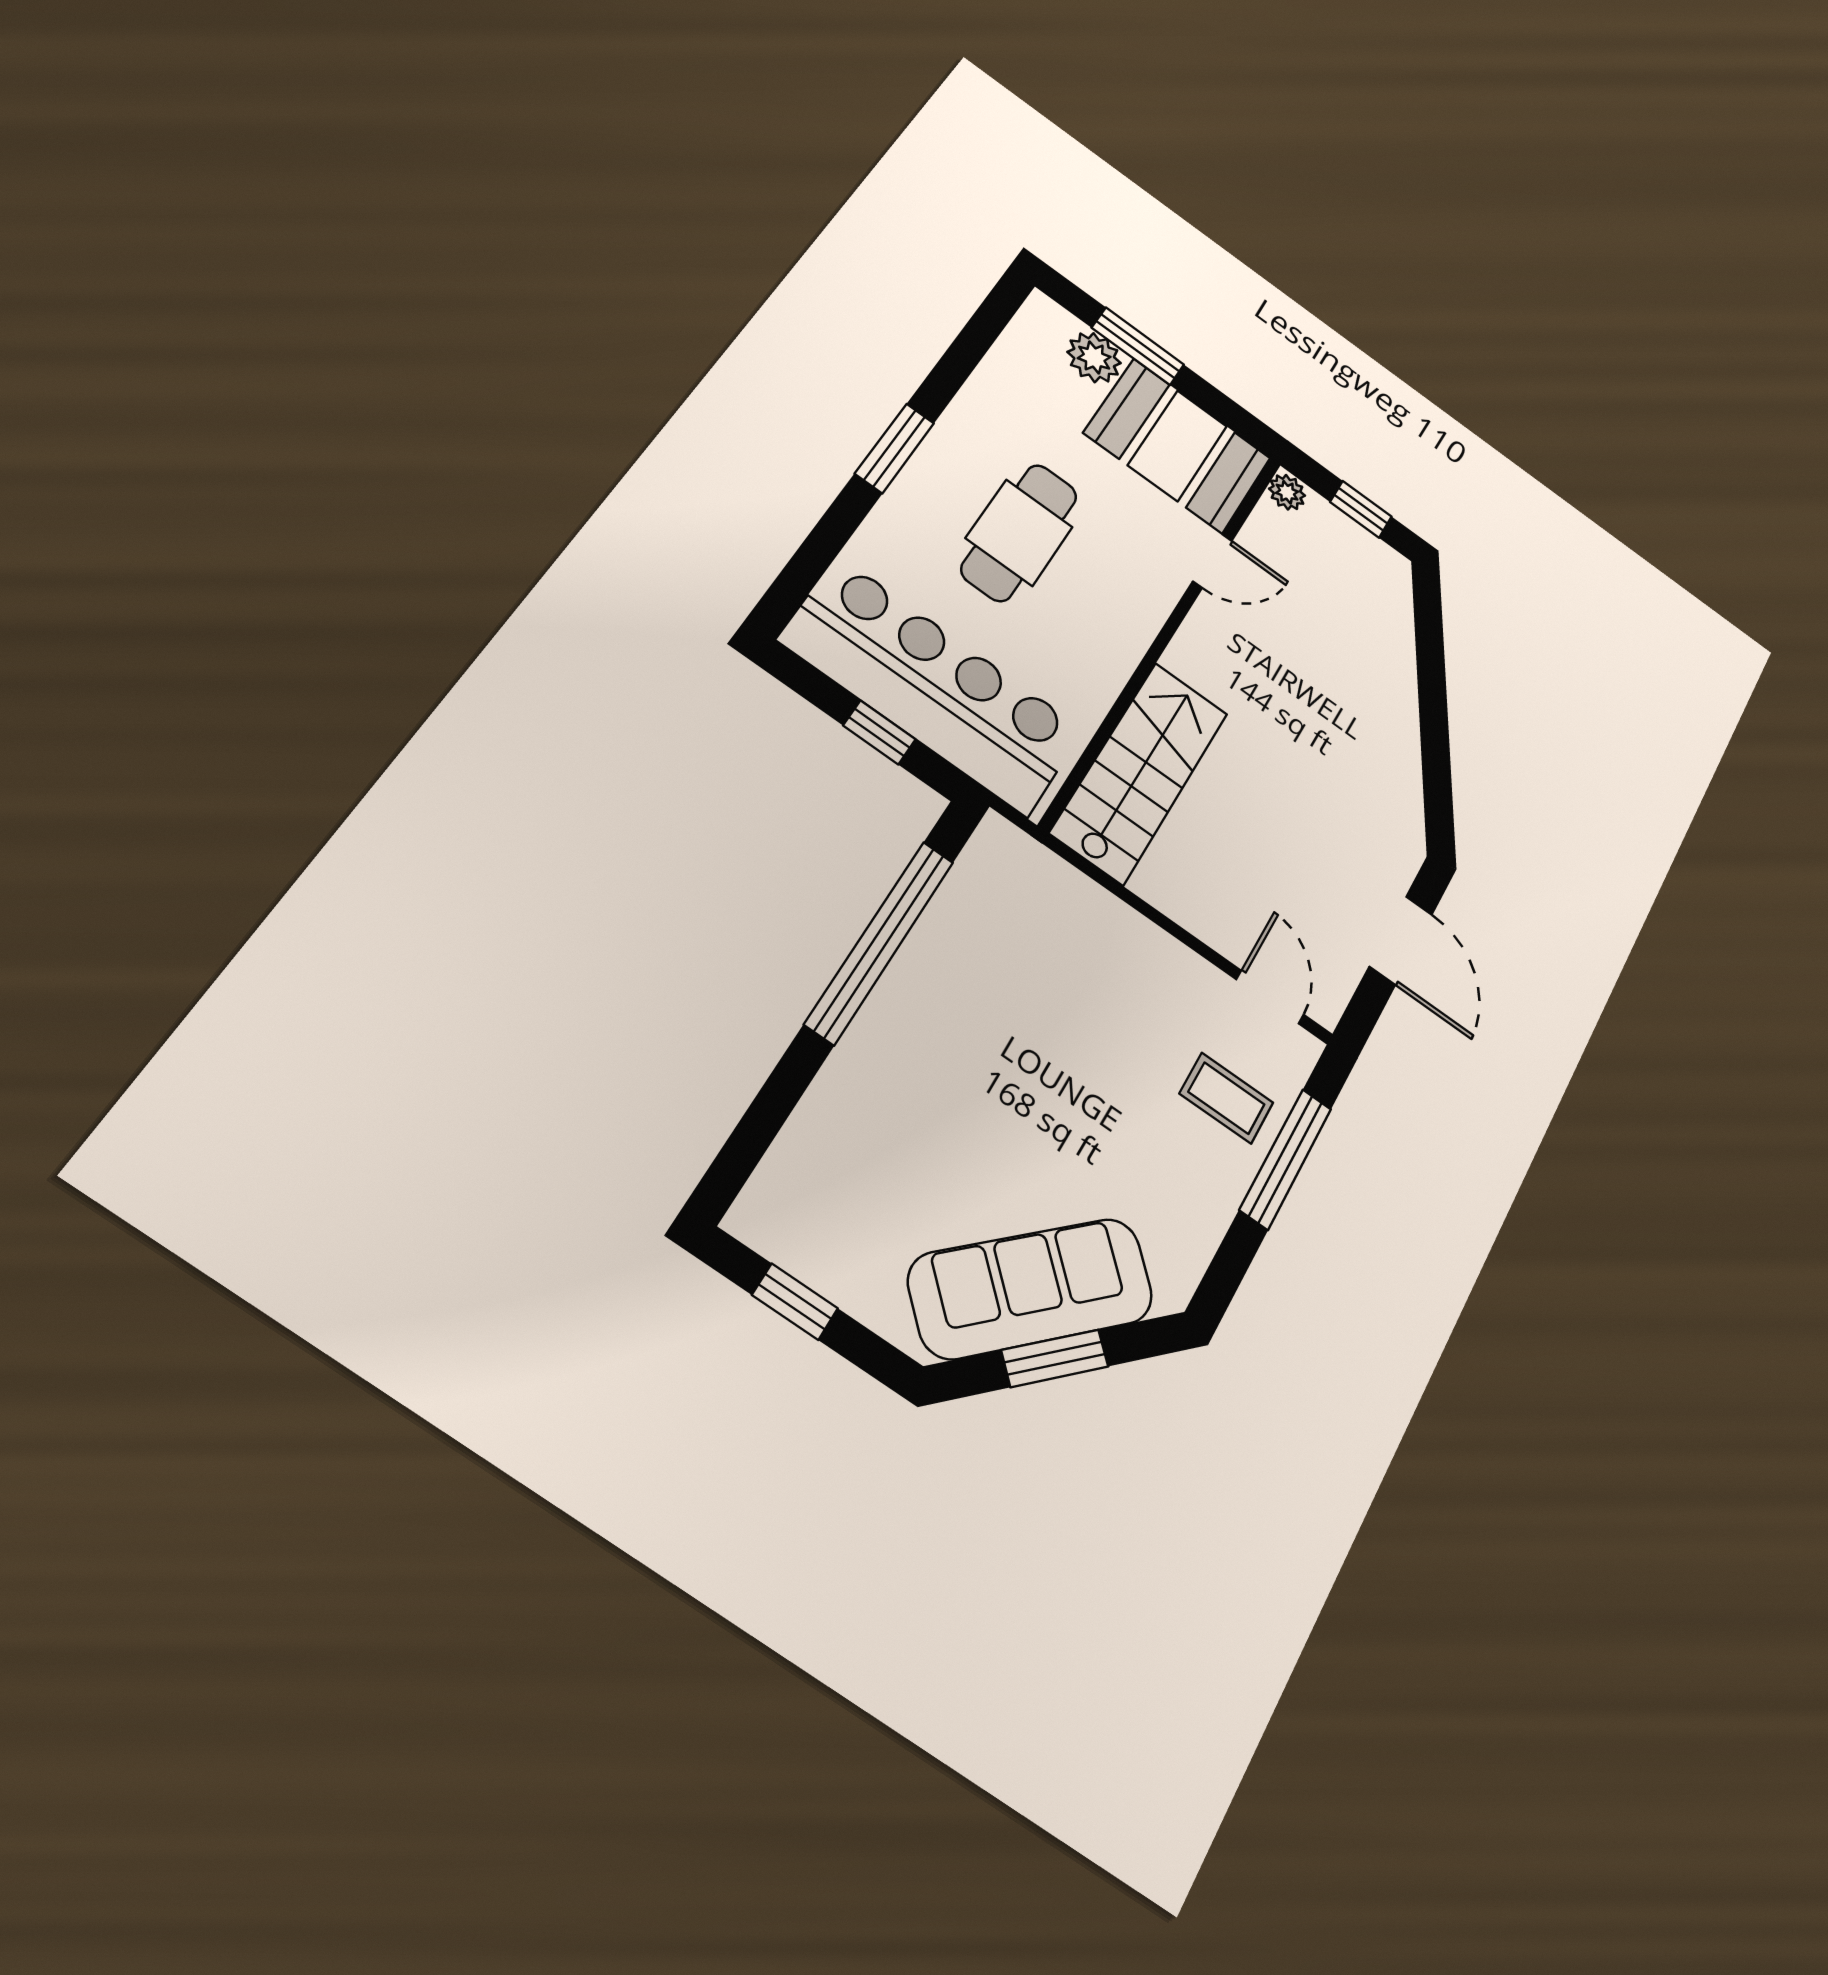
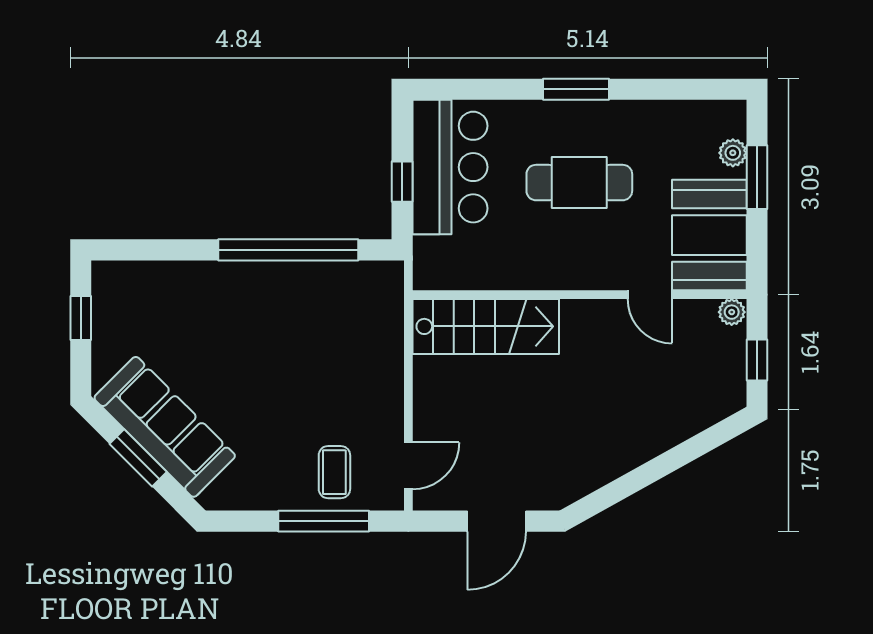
plant: (1094, 358) -> (733, 153), width x0.73, depth x0.73
bar counter: (932, 686) -> (450, 167), width x0.73

